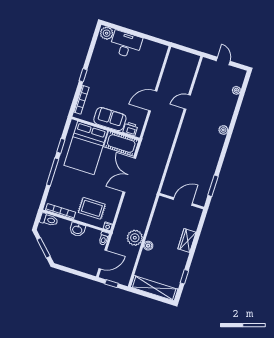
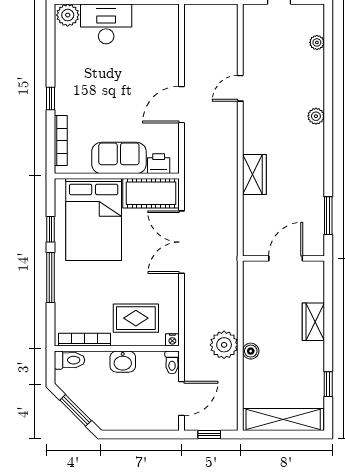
wardrobe: (180, 151) -> (254, 174), added

